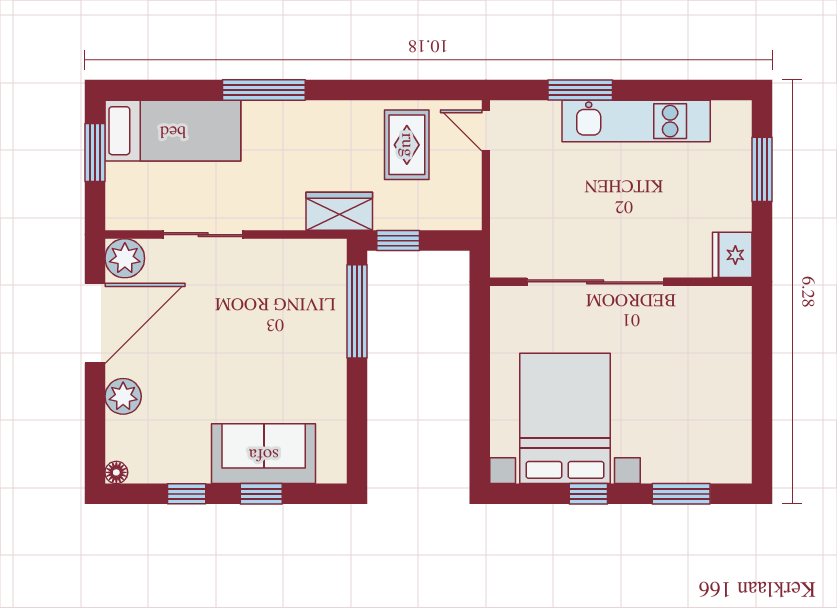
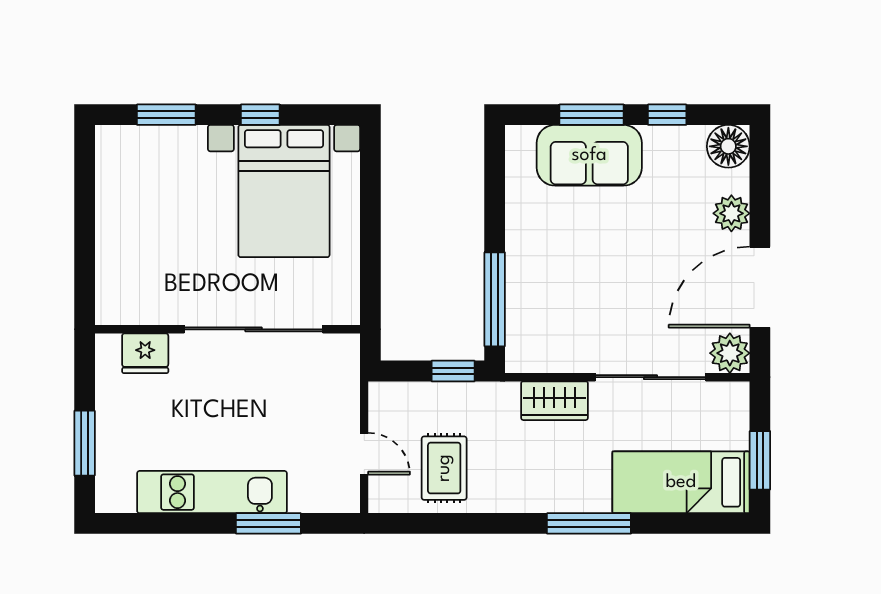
door: (486, 131) -> (364, 454), moved
wardrobe: (339, 211) -> (554, 401), moved
sliding door: (203, 235) -> (650, 377), width x1.37
fridge: (732, 255) -> (145, 353), moved, turned 90
floor lamp: (116, 472) -> (728, 146), width x1.89, depth x1.89
window: (261, 494) -> (592, 115), width x1.50

